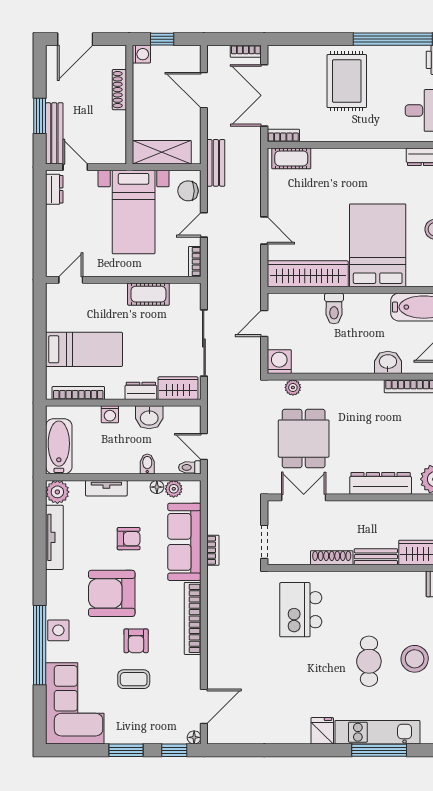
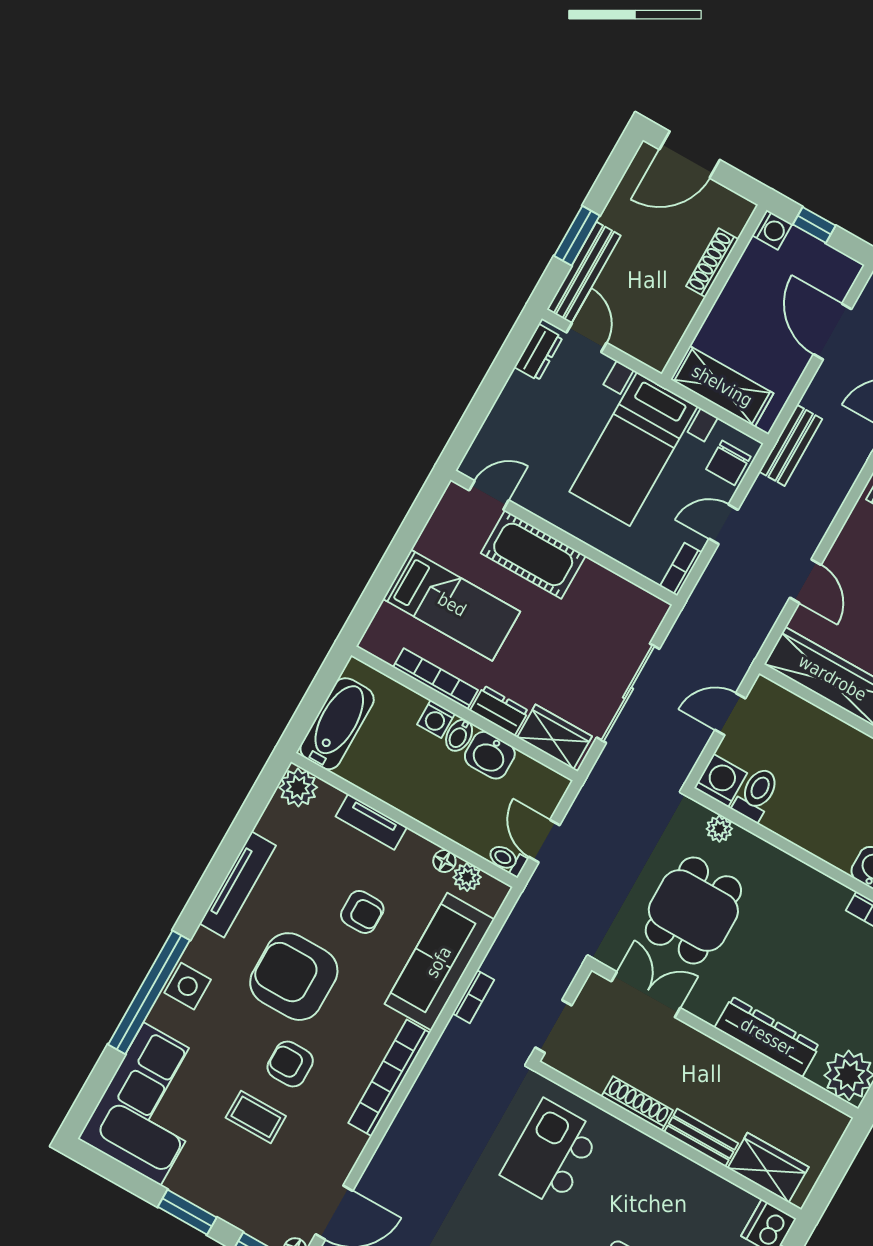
chair: (188, 191) -> (728, 463), turned -90
cot: (148, 294) -> (533, 554), moved, width x1.37, depth x1.34
toilet: (334, 308) -> (757, 794), moved, turned 180
bookcase: (78, 393) -> (436, 679), moved
bidet: (147, 464) -> (459, 735), moved, turned 180
tv unit: (54, 537) -> (238, 885), moved
armchair: (136, 641) -> (290, 1064), turned 90

